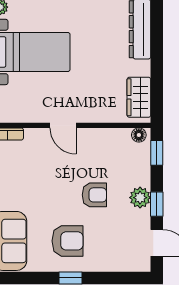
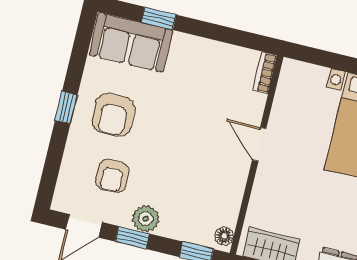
door: (63, 125) -> (259, 144), hinge flipped
armchair: (94, 195) -> (112, 176), moved

